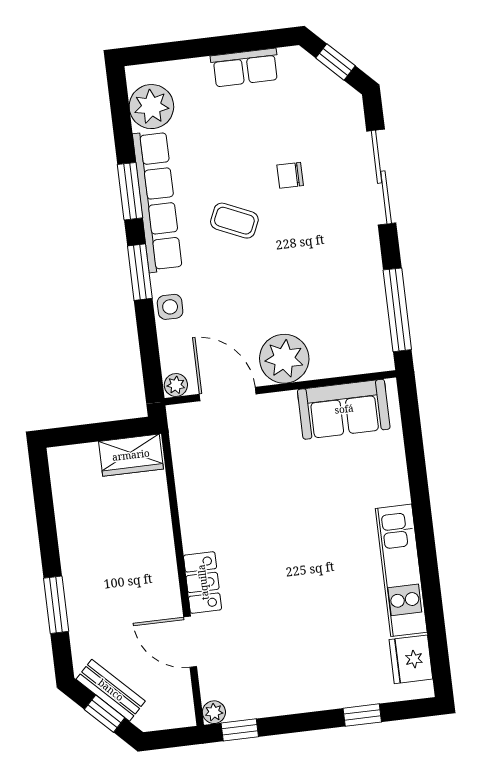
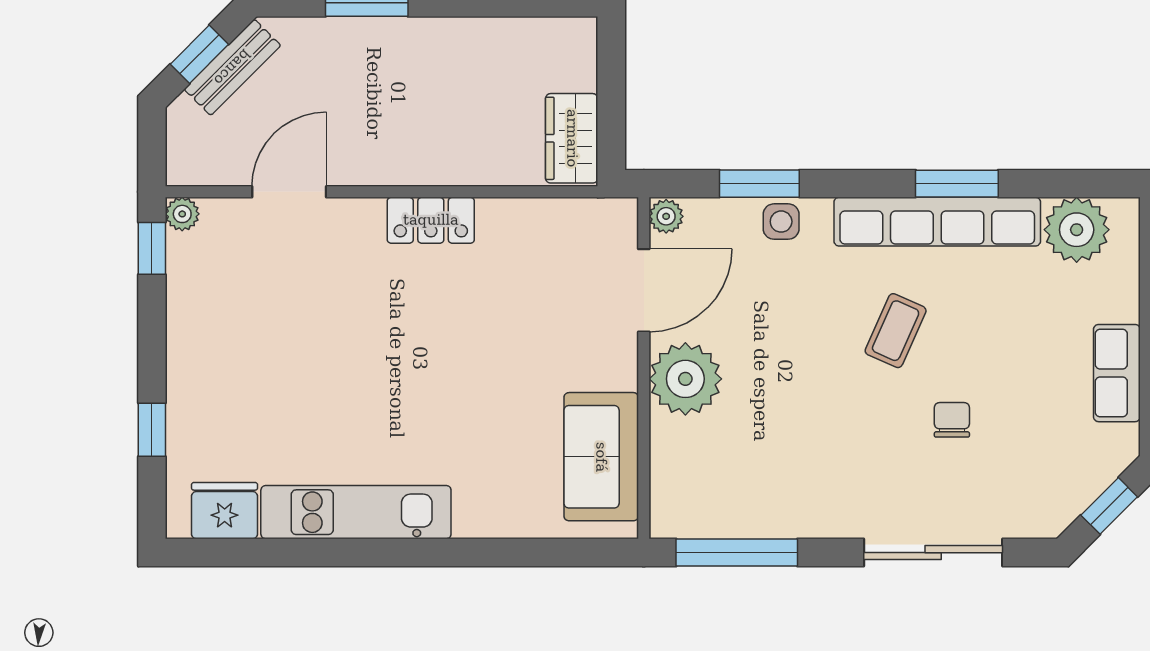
window: (140, 272) -> (759, 184), moved
locker: (203, 582) -> (431, 220), moved

